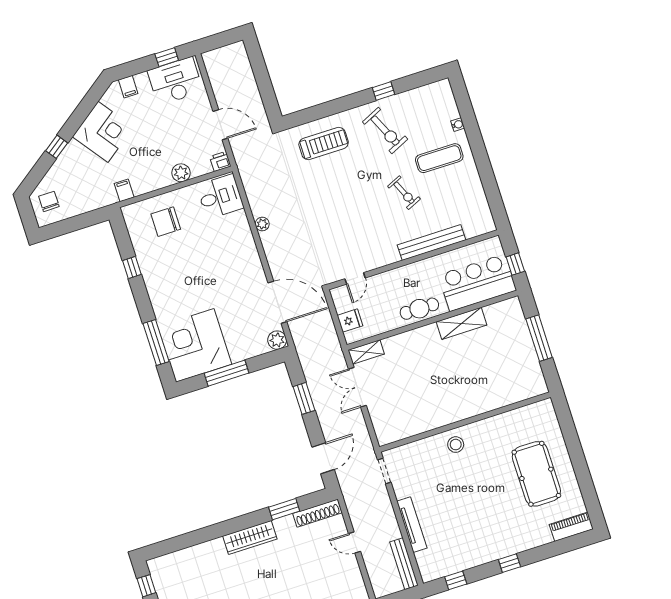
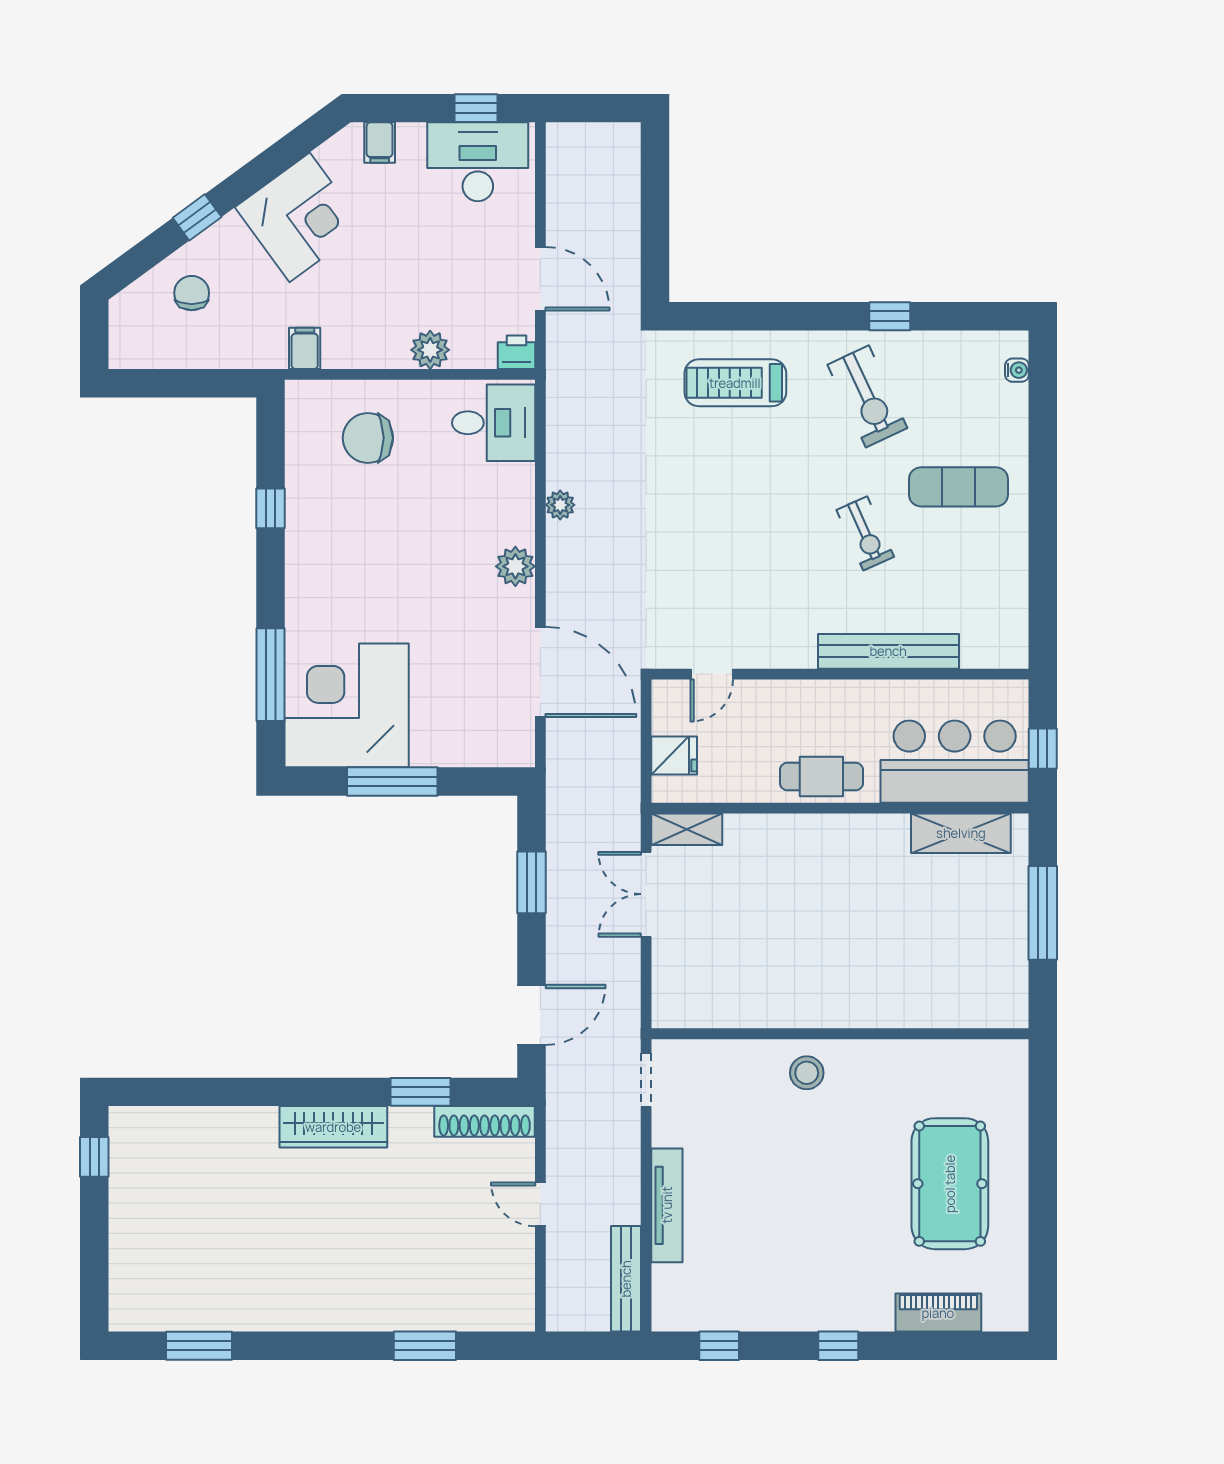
water cooler: (458, 125) -> (1017, 370), moved
treadmill: (324, 144) -> (735, 383), turned 180
chair: (49, 201) -> (192, 293), moved
shelving: (461, 323) -> (961, 833), moved
plant: (277, 340) -> (515, 566), moved
piano: (571, 527) -> (938, 1313), moved

